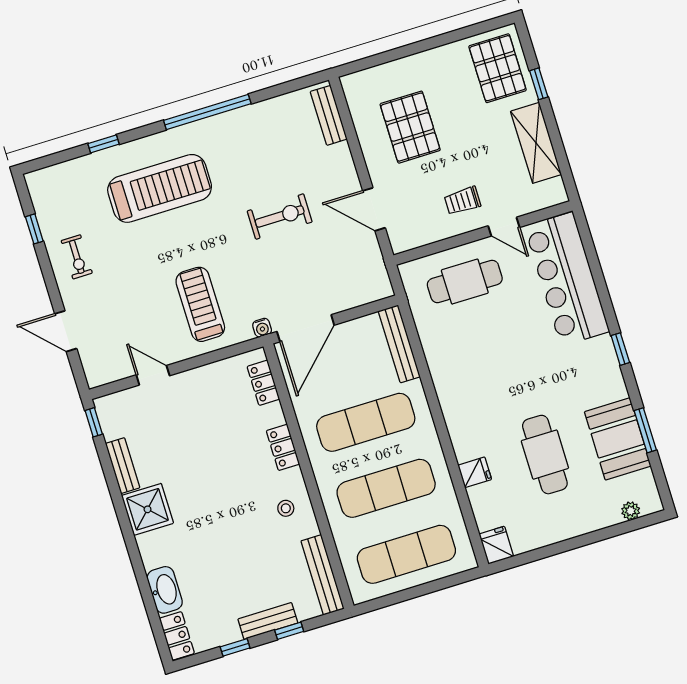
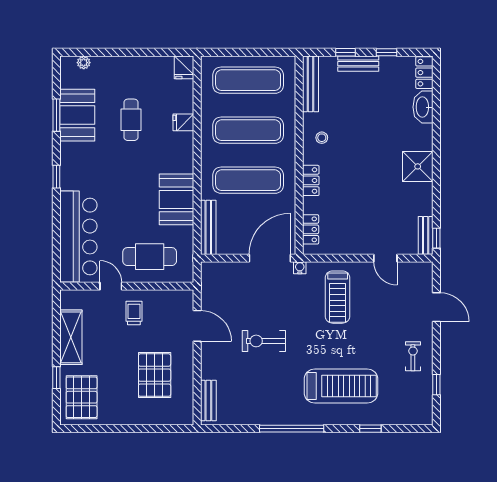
treadmill: (160, 188) -> (341, 386), turned 180
trolley: (462, 201) -> (134, 313), turned -90
booth: (453, 368) -> (176, 199), added
cafe table: (545, 455) -> (131, 120), width x0.73, depth x0.74
bench: (123, 466) -> (426, 235), moved

